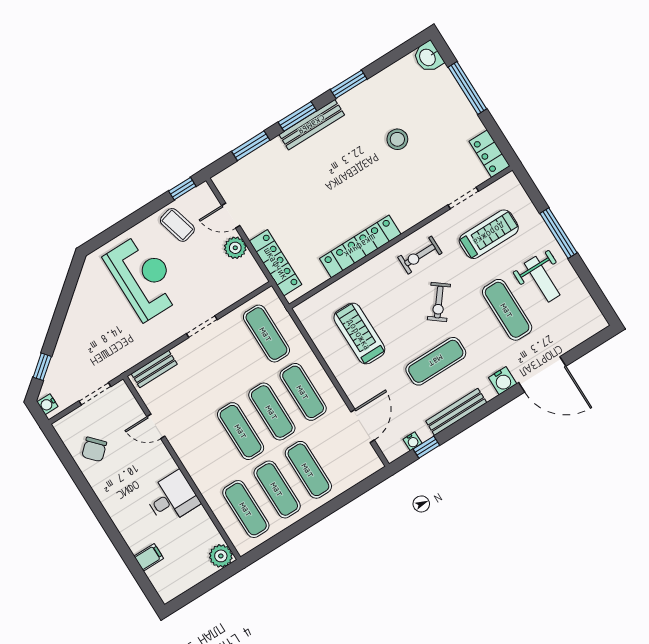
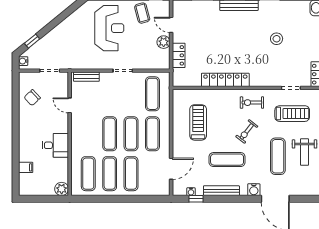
locker: (276, 263) -> (179, 55), width x0.66

